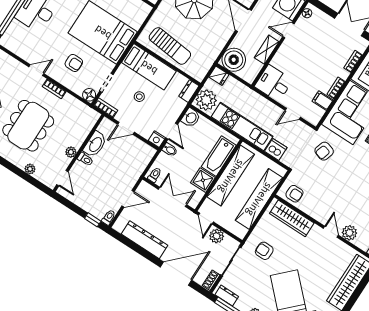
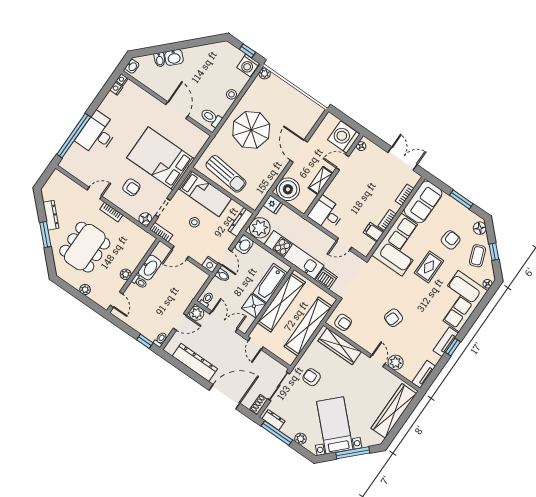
dresser: (189, 91) -> (241, 222), width x1.44
armchair: (324, 151) -> (393, 318), moved
plant: (217, 236) -> (197, 313), moved

